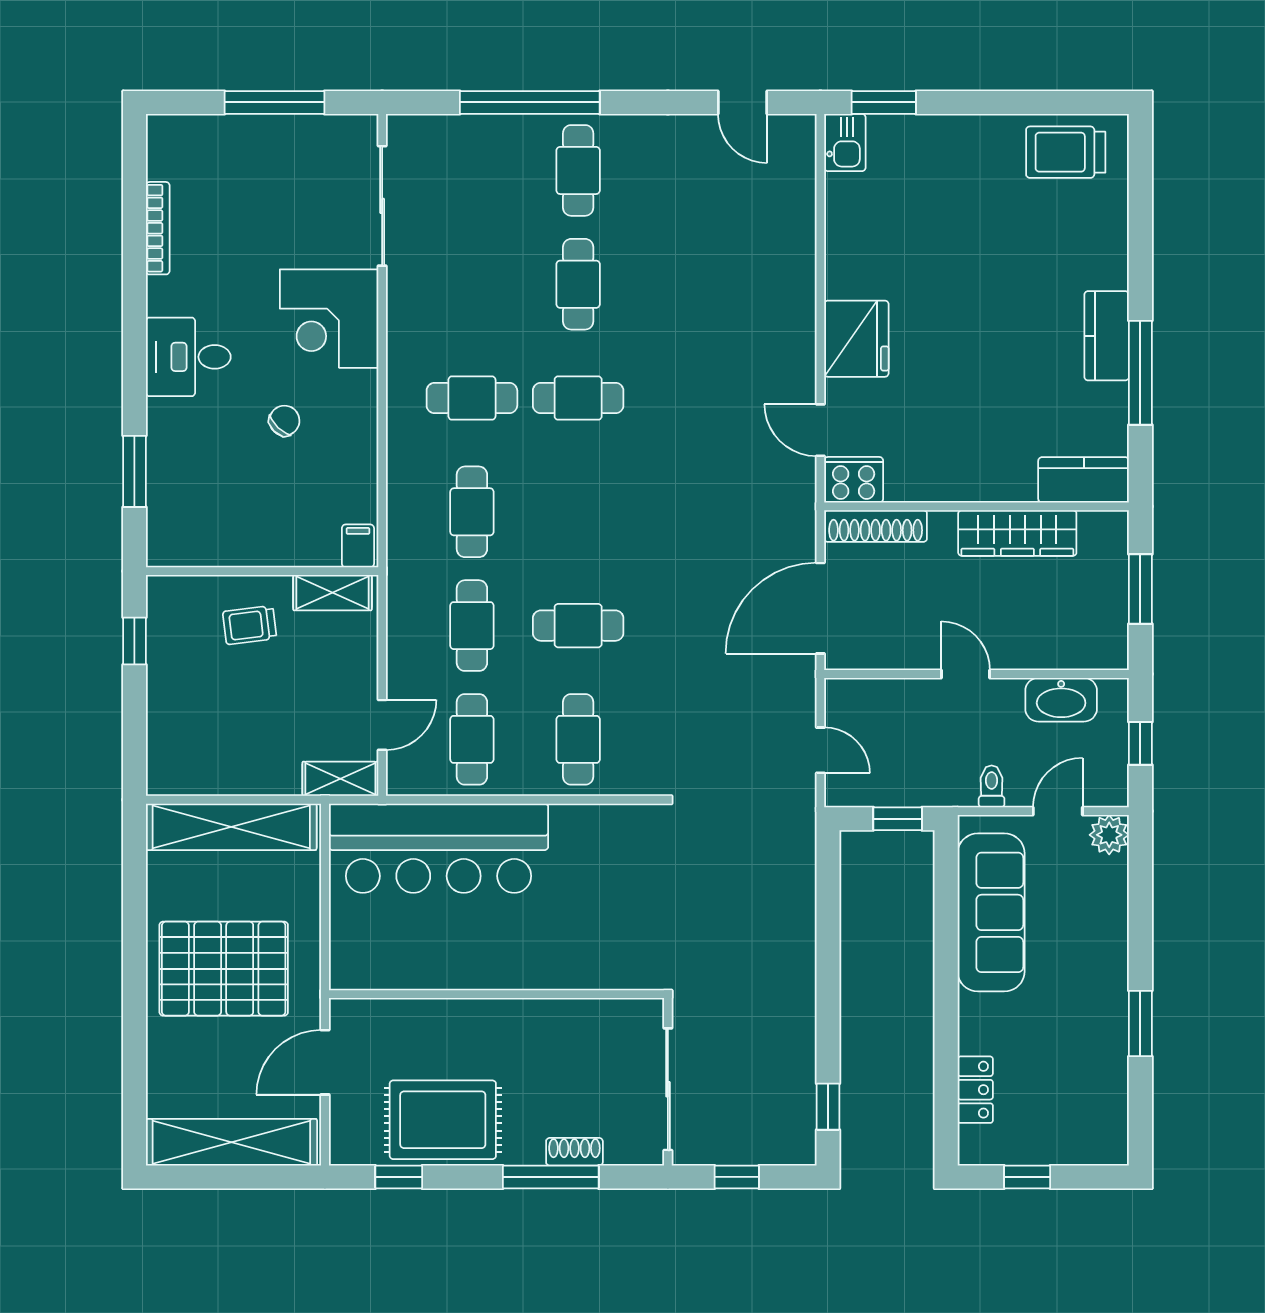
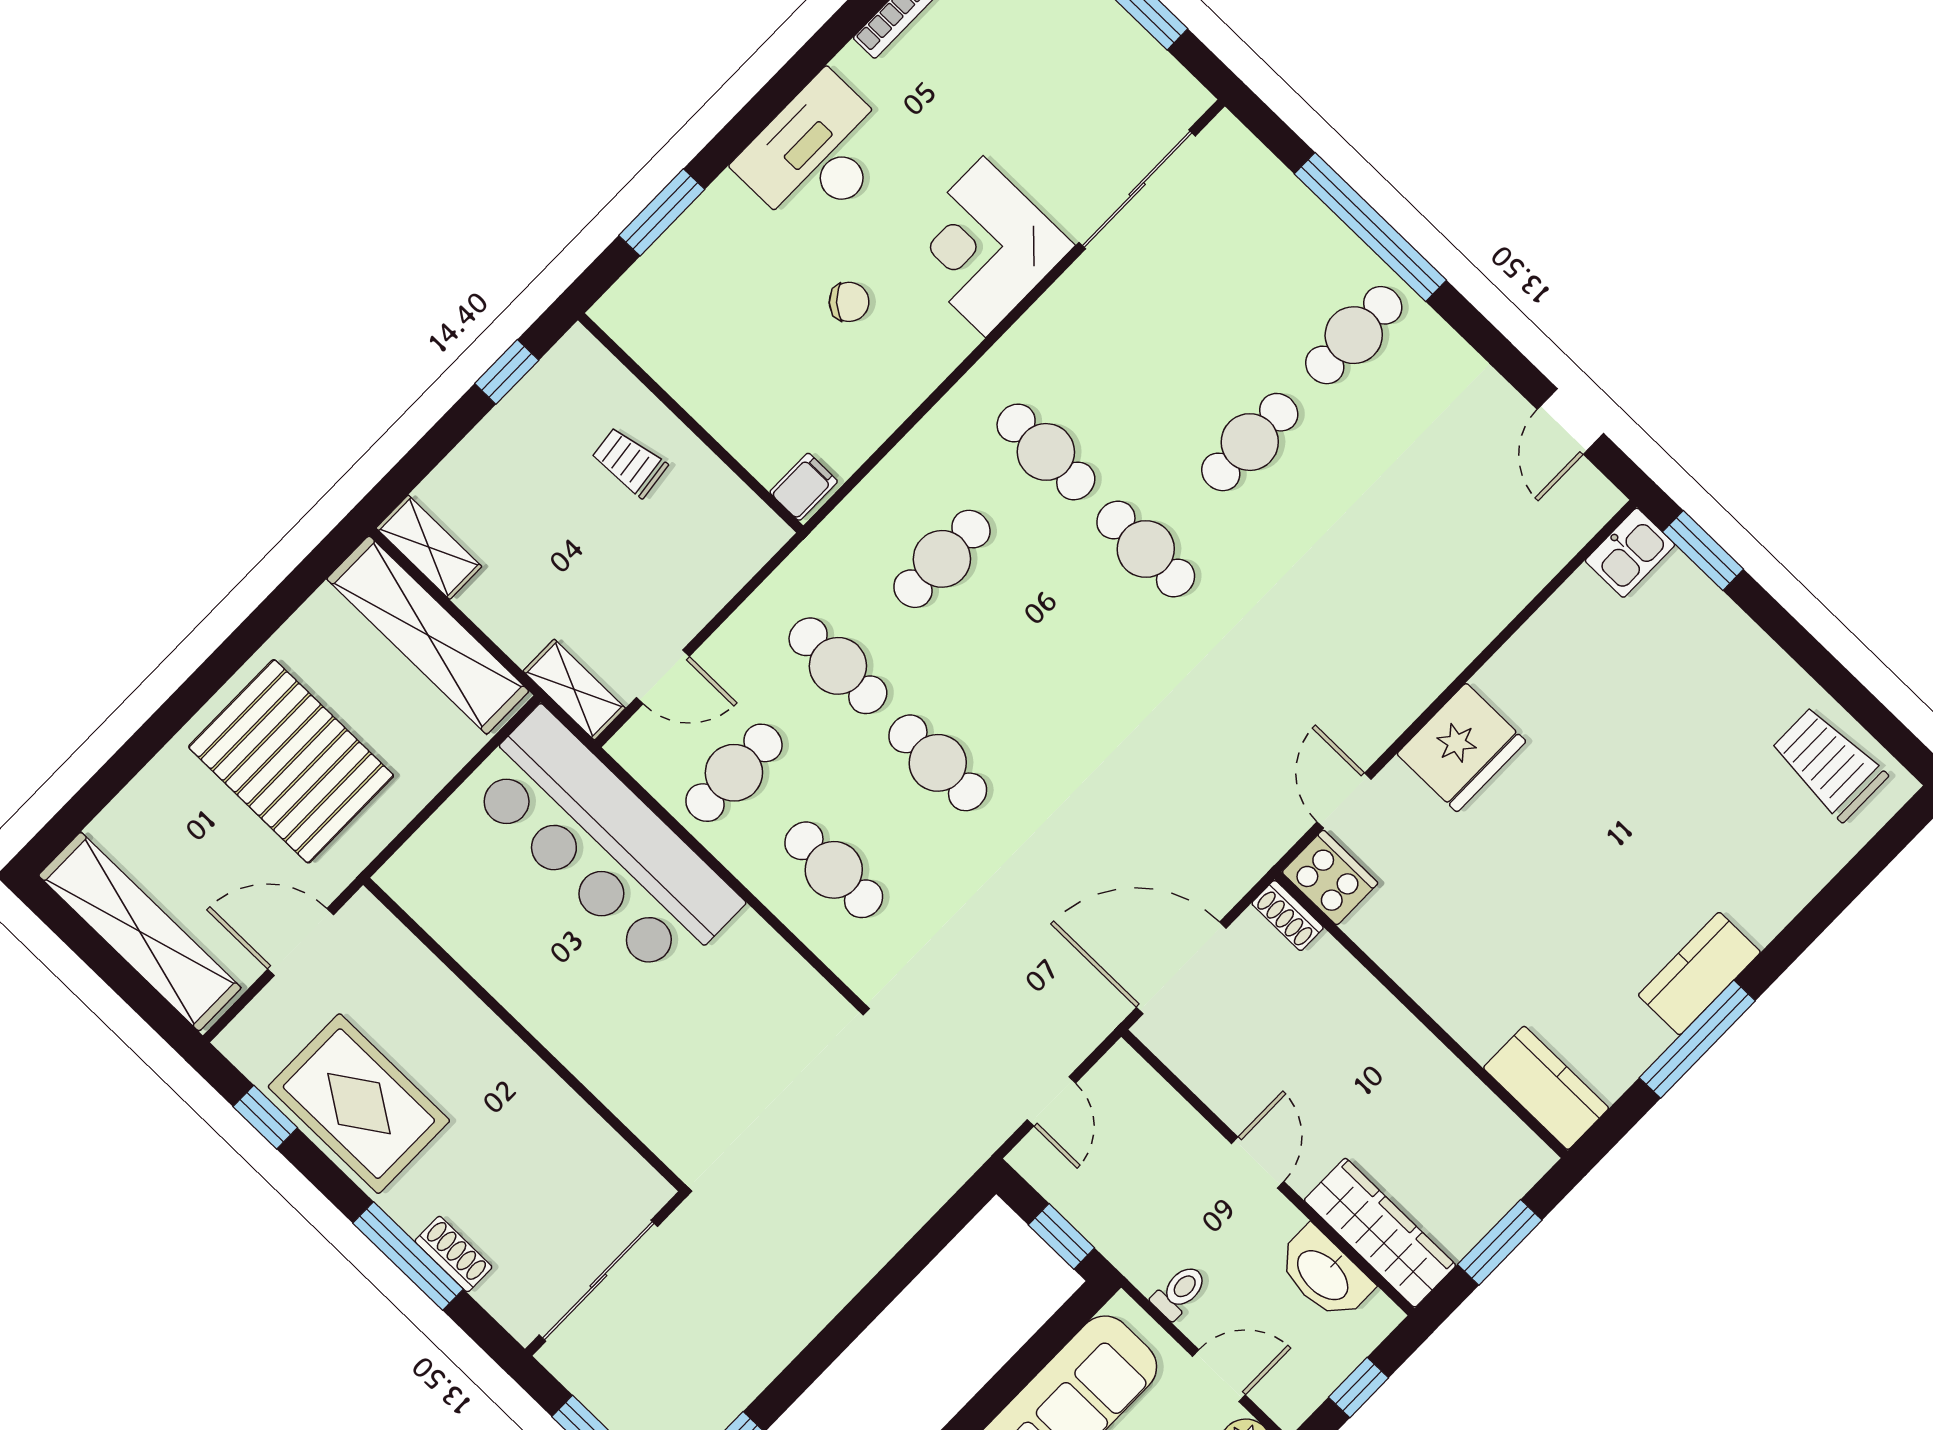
desk: (188, 357) -> (817, 154), width x1.37
shoe rack: (876, 526) -> (1288, 916), width x0.51, depth x0.81
wardrobe: (1017, 533) -> (1380, 1233), moved, turned 180
shelving: (332, 593) -> (429, 547), moved
cafe table: (472, 626) -> (838, 666), turned 90
cafe table: (578, 739) -> (834, 870), turned 90

